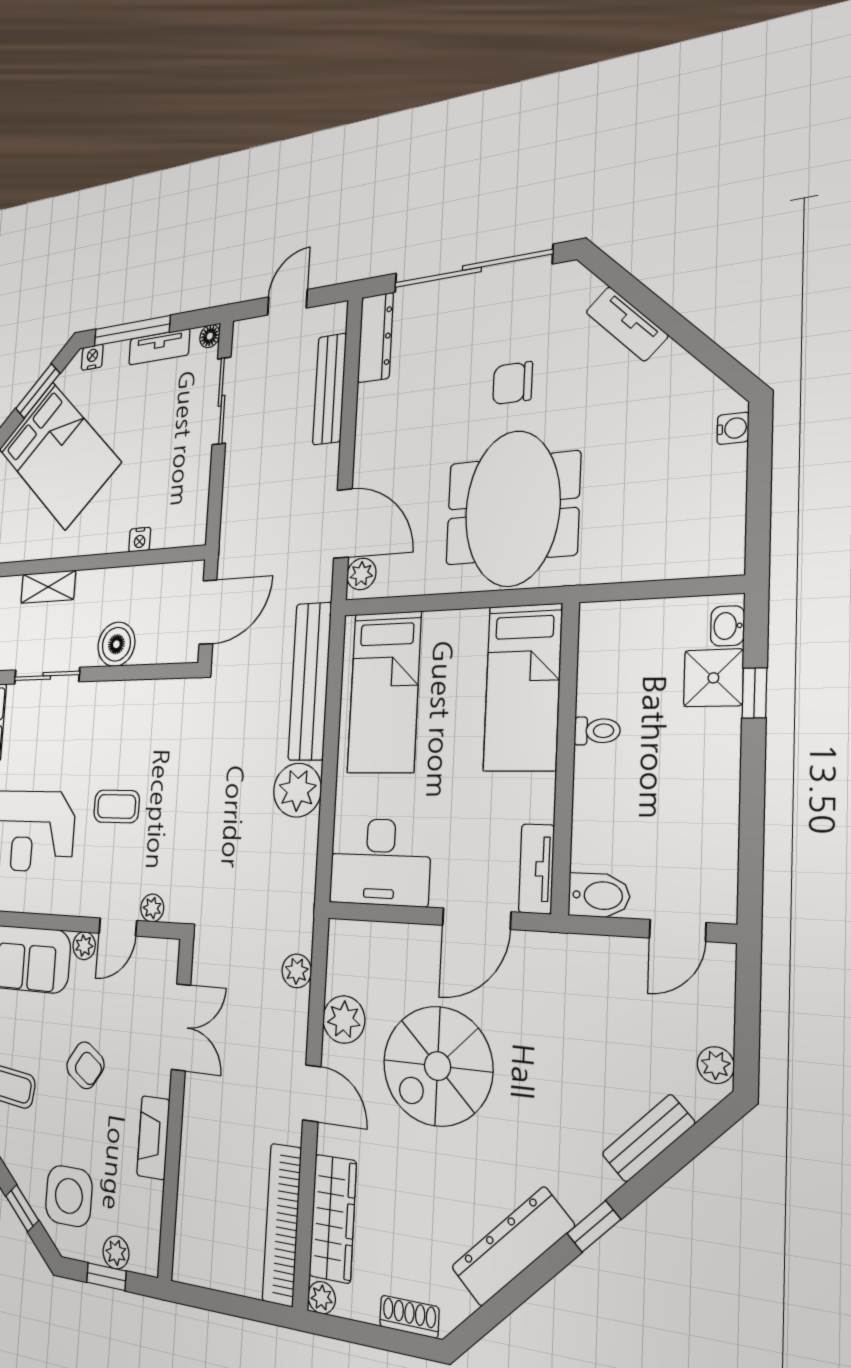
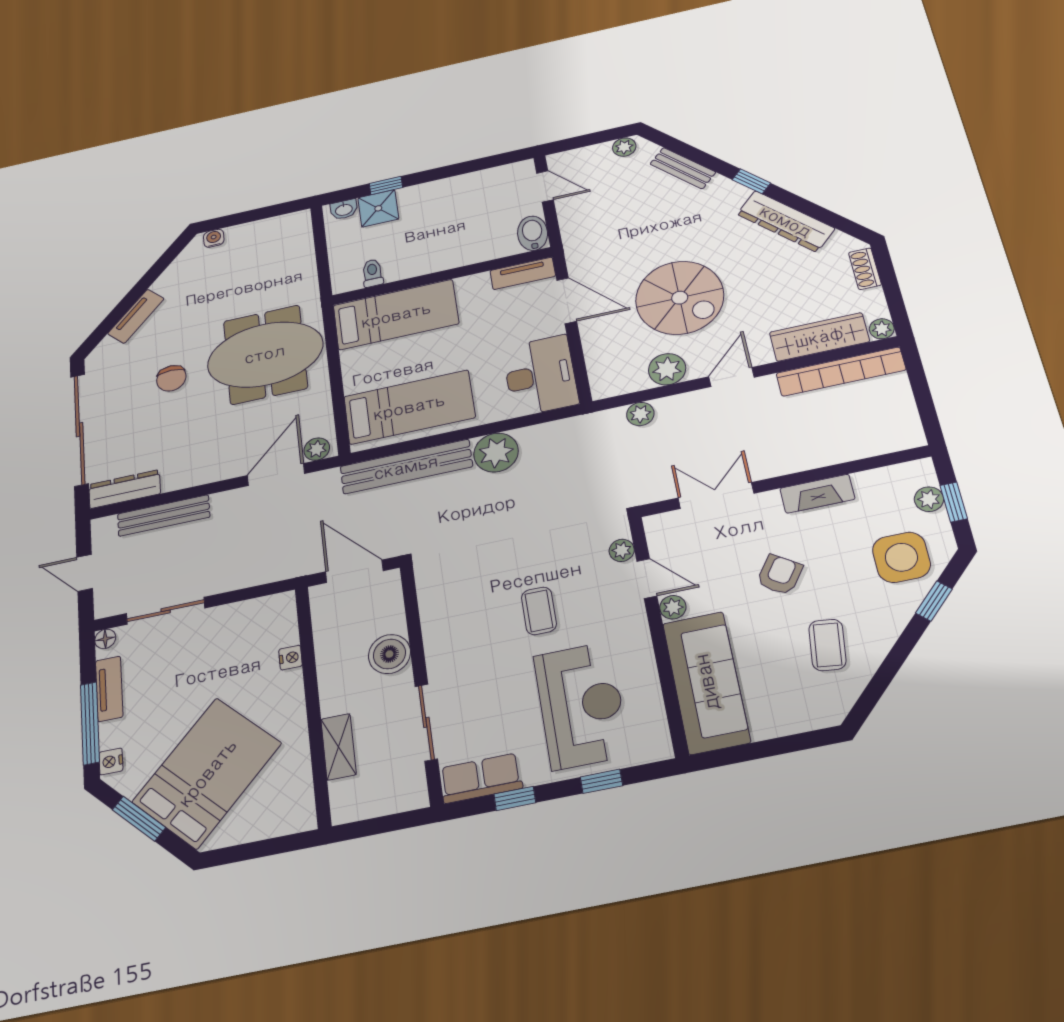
toilet: (597, 731) -> (373, 273), moved

